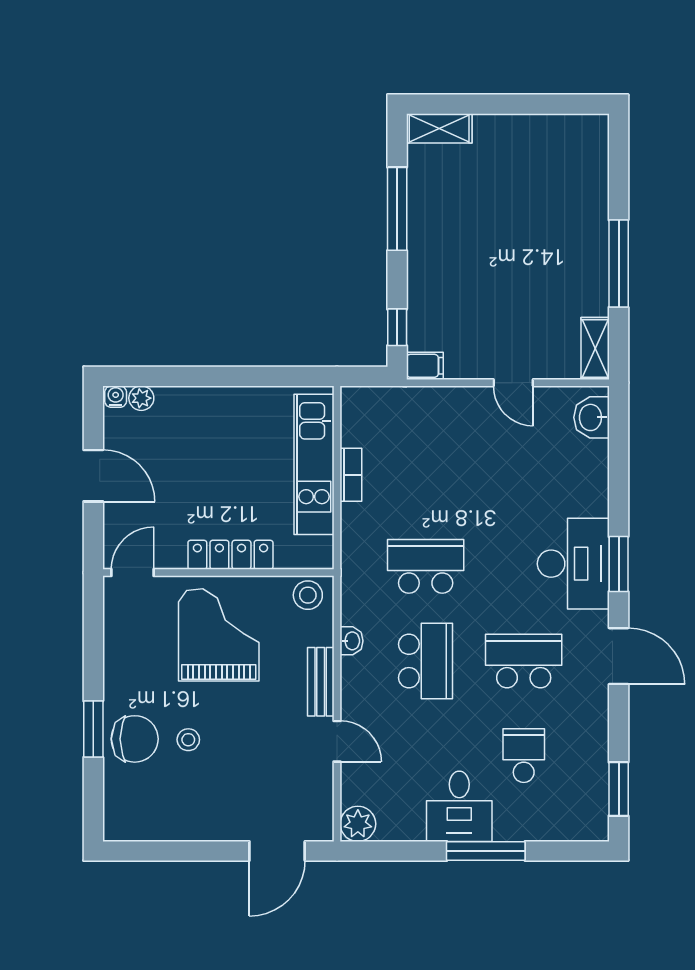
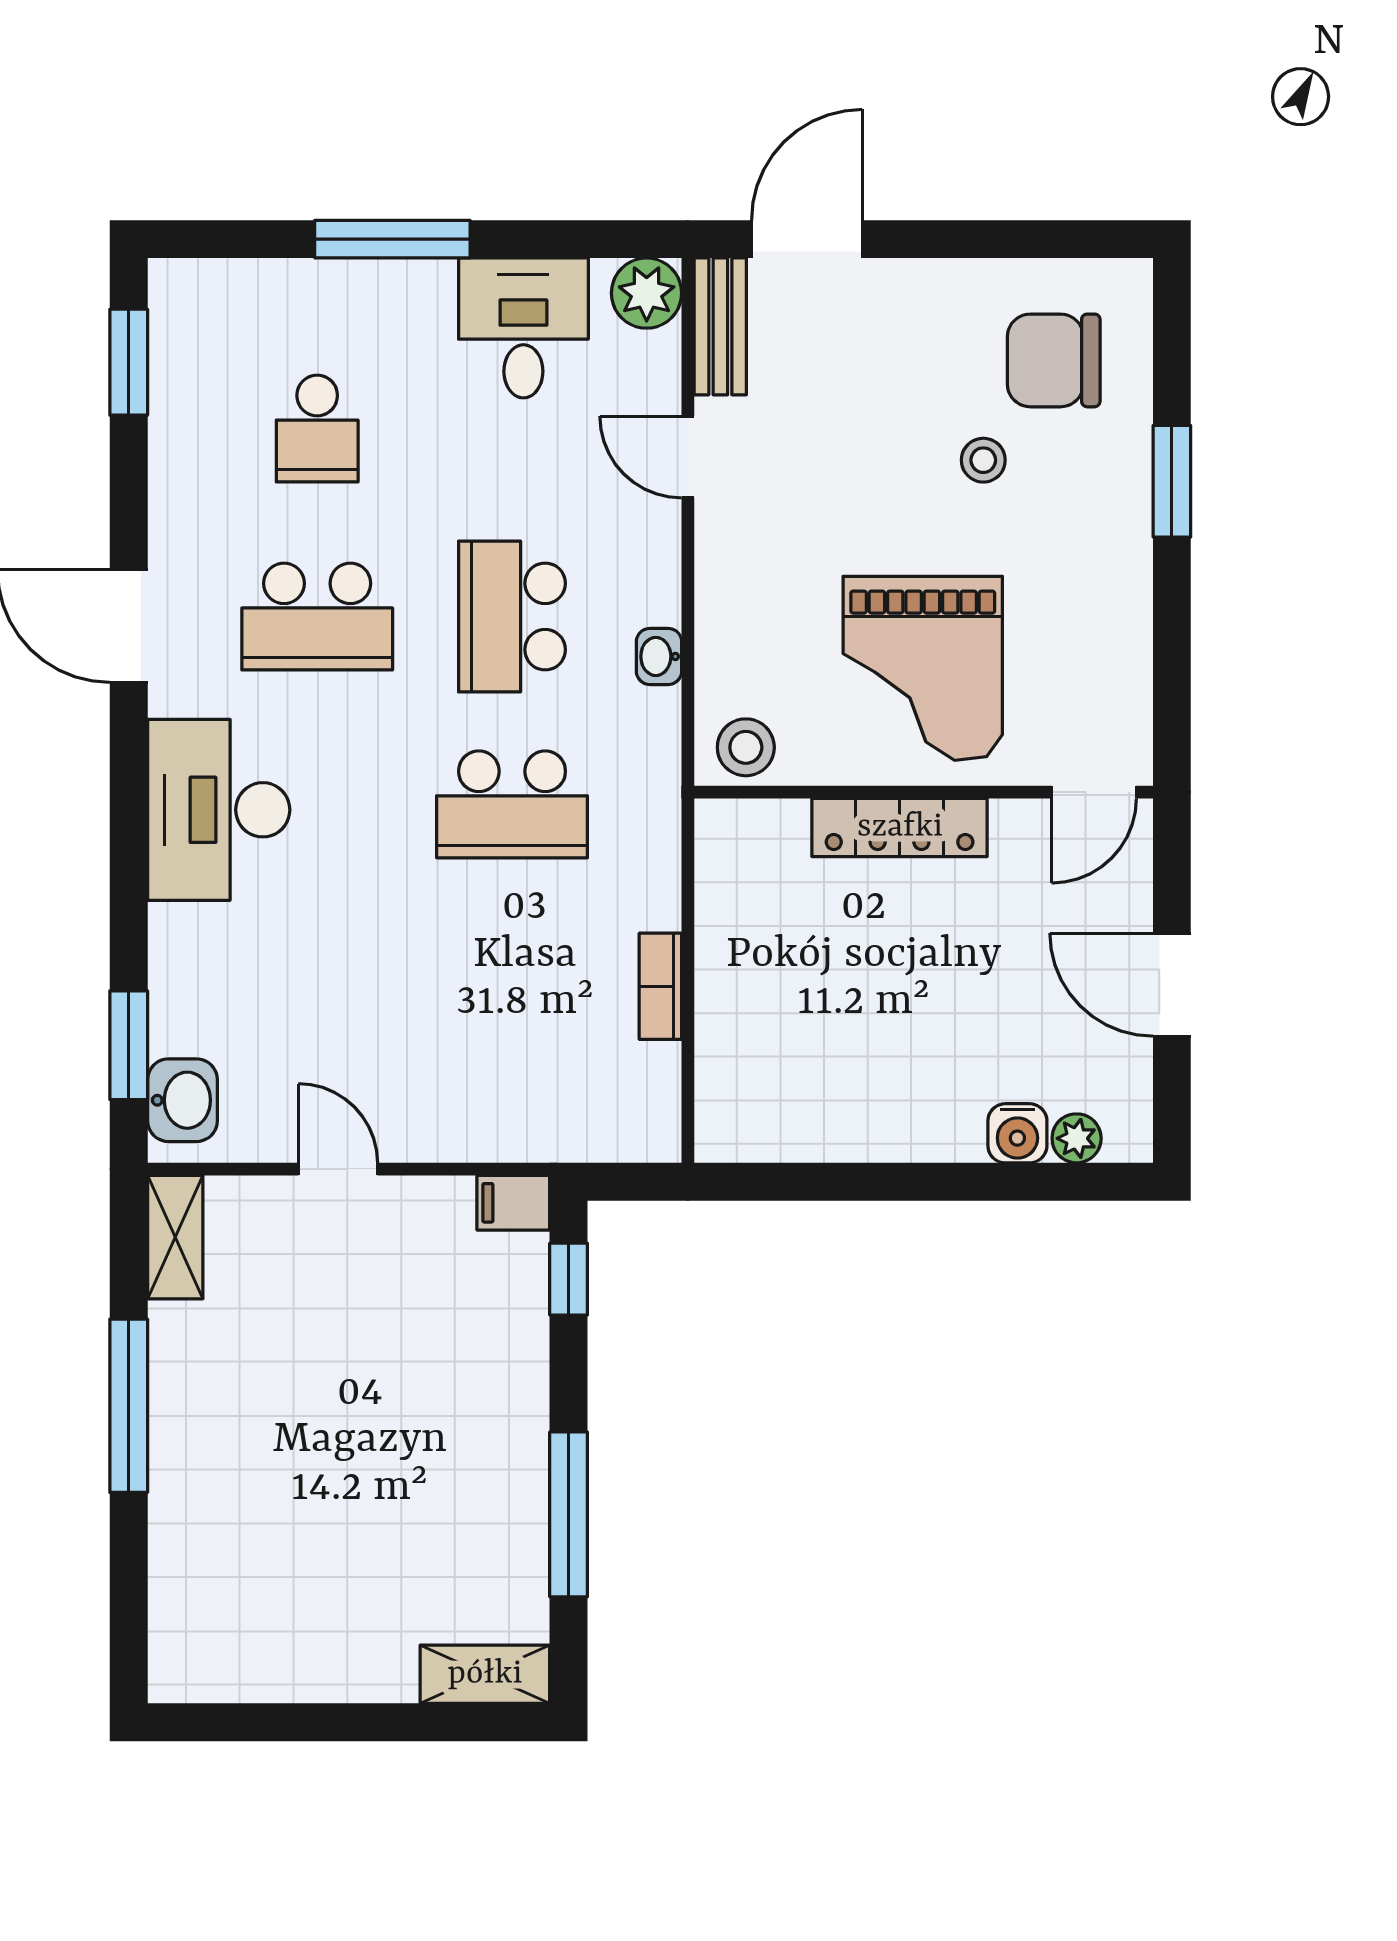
water cooler: (116, 397) -> (1017, 1133), moved, width x1.38, depth x1.38
kitchen unit: (314, 464) -> (734, 1007), removed
window: (619, 564) -> (129, 1045), moved
bench: (321, 682) -> (720, 326), moved
chair: (135, 739) -> (1054, 360), moved
desk: (459, 806) -> (523, 328), moved

